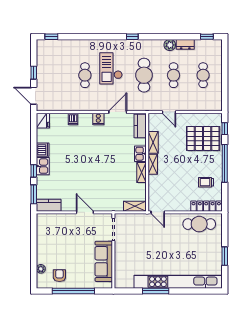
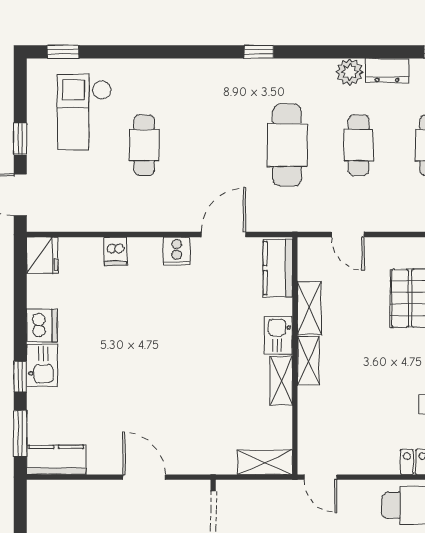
checkout: (111, 68) -> (84, 112), moved

